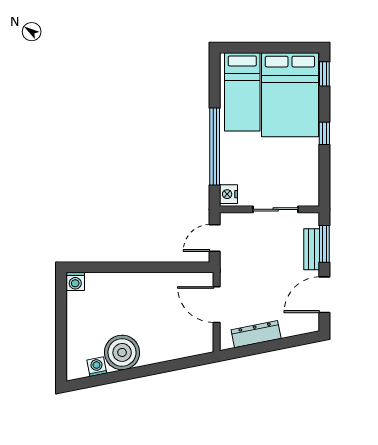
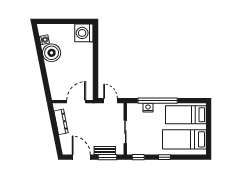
window: (324, 74) -> (138, 157), moved
bed: (290, 95) -> (184, 139), width x0.67
nightstand: (228, 194) -> (148, 108), moved
washing machine: (75, 281) -> (84, 33), width x1.89, depth x1.89

